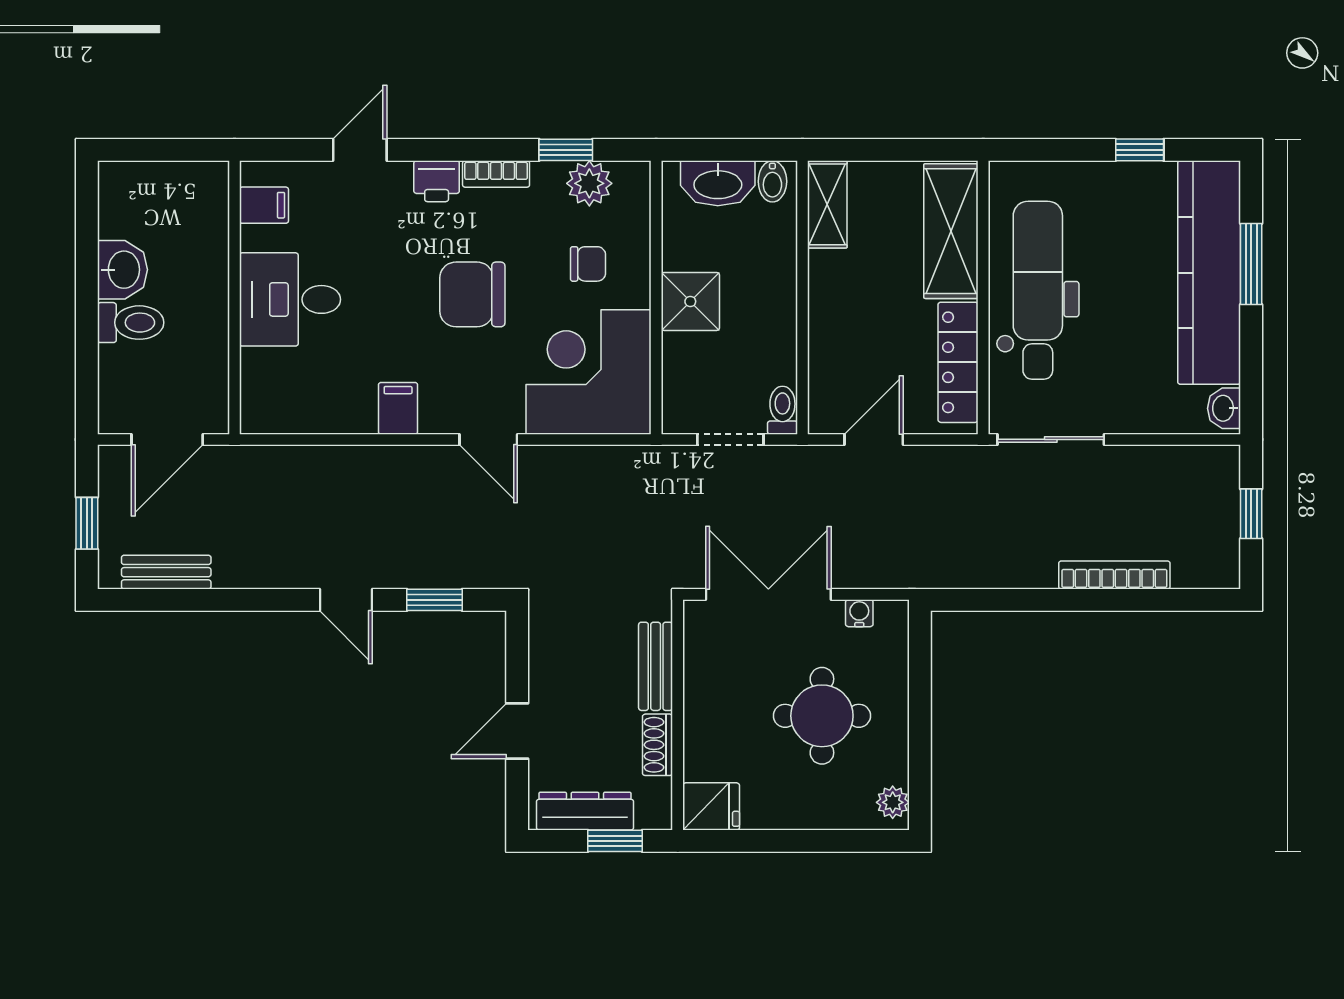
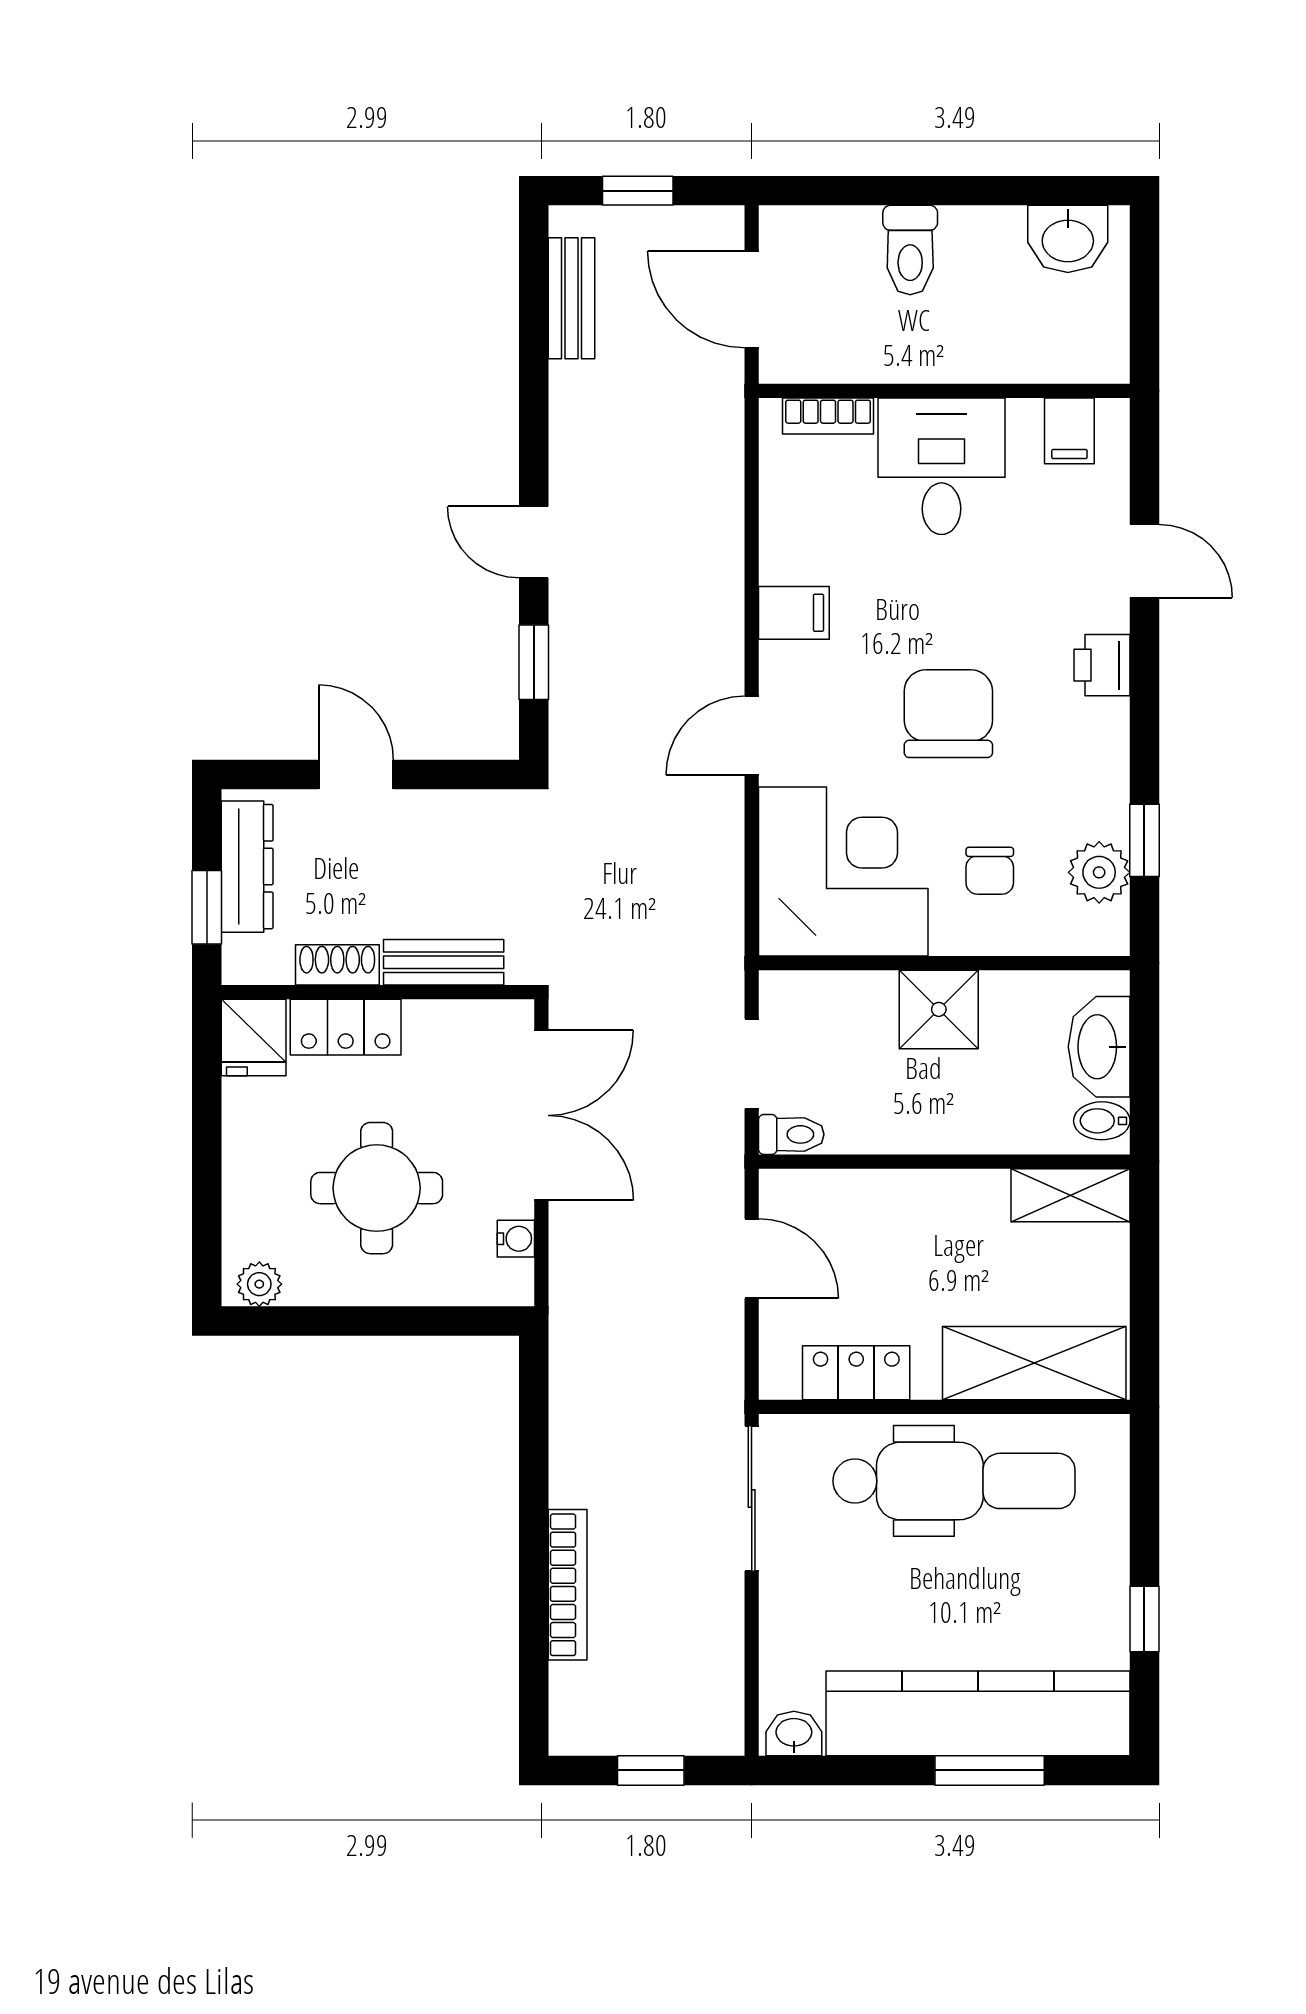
bookcase: (496, 174) -> (828, 416), moved, turned -90
washbasin: (122, 270) -> (1068, 239), moved
locker: (958, 362) -> (856, 1373), width x0.66
door: (346, 600) -> (534, 542), hinge flipped
locker: (703, 739) -> (346, 1027), added

